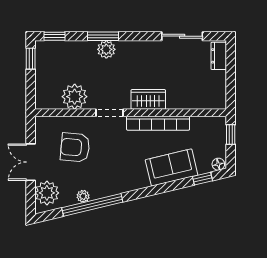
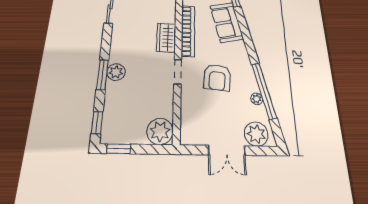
plant: (75, 97) -> (160, 131), moved
armchair: (75, 147) -> (217, 77), moved

